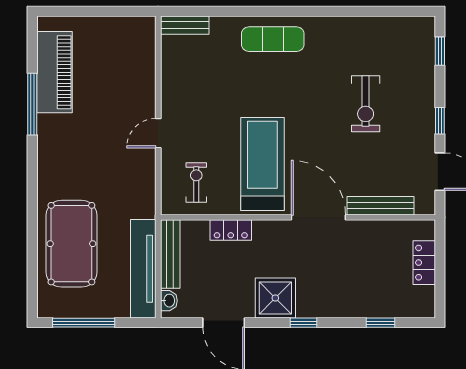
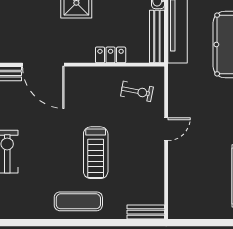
treadmill: (262, 164) -> (96, 153), moved, width x0.73, depth x0.73
exercise bike: (196, 182) -> (137, 91), turned -79

